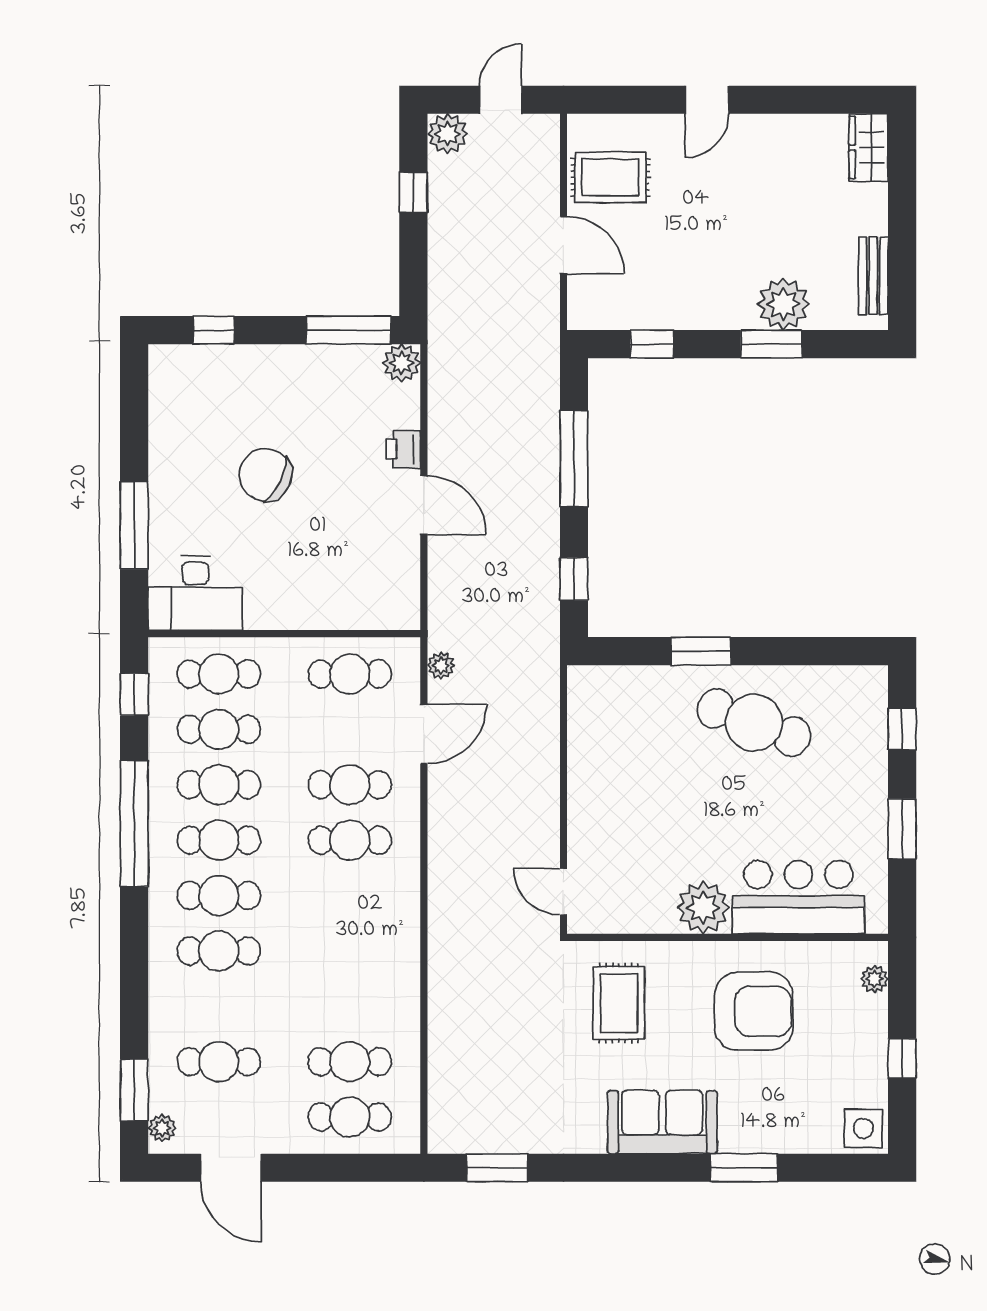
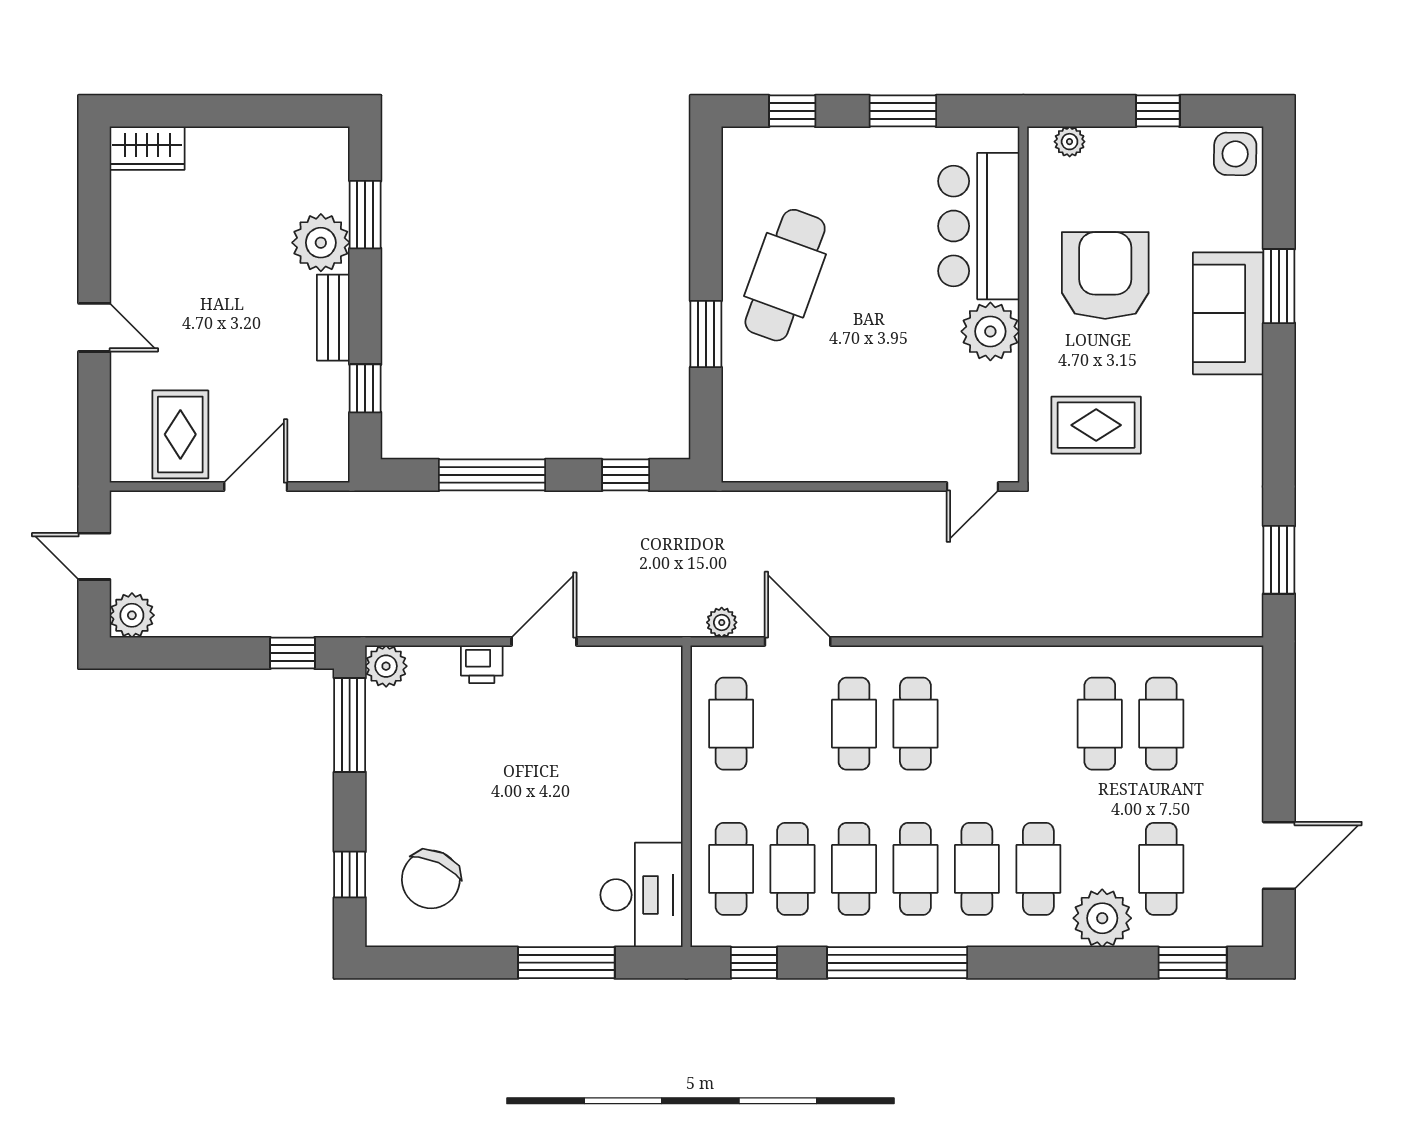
window: (413, 193) -> (292, 653), moved
bench: (873, 276) -> (333, 318), moved, turned 90
window: (771, 344) -> (365, 215), moved
chair: (266, 475) -> (431, 879), moved
cafe table: (350, 1117) -> (1100, 724), moved
sofa: (662, 1122) -> (1228, 313), moved
plant: (162, 1128) -> (1102, 918), moved, width x1.87, depth x1.87

